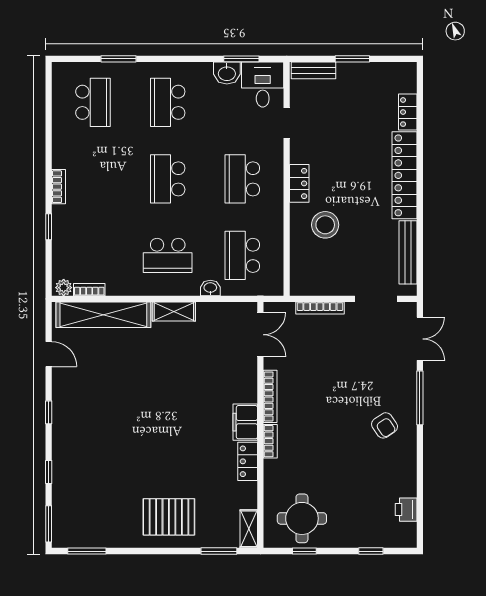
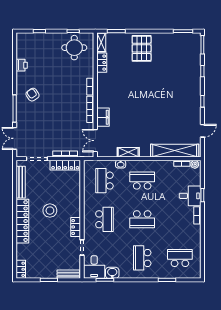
school desk: (93, 102) -> (180, 258), turned 90
school desk: (168, 102) -> (142, 258), turned 180
locker: (408, 112) -> (21, 269), moved
school desk: (168, 179) -> (142, 219), turned 90
locker: (299, 183) -> (76, 227), moved
desk: (73, 225) -> (190, 196), added
stool: (325, 225) -> (50, 211), moved
school desk: (242, 255) -> (104, 181), turned 180
locker: (320, 286) -> (65, 165), added
shelving: (174, 312) -> (128, 152), moved
door: (49, 354) -> (202, 131), swing flipped
filing cabinet: (245, 422) -> (103, 117), moved
locker: (248, 461) -> (102, 63), moved
printer: (406, 510) -> (22, 65), moved
pallet: (169, 517) -> (142, 48), turned 90

